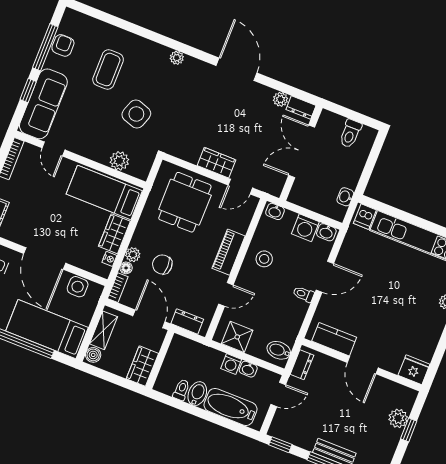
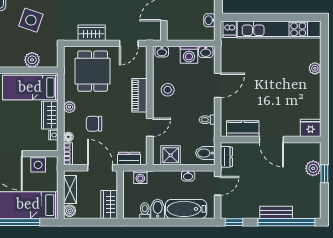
wardrobe: (216, 163) -> (92, 33), moved
plant: (133, 255) -> (69, 107), moved
toilet: (304, 294) -> (207, 120), moved
washing machine: (231, 364) -> (140, 177), moved

